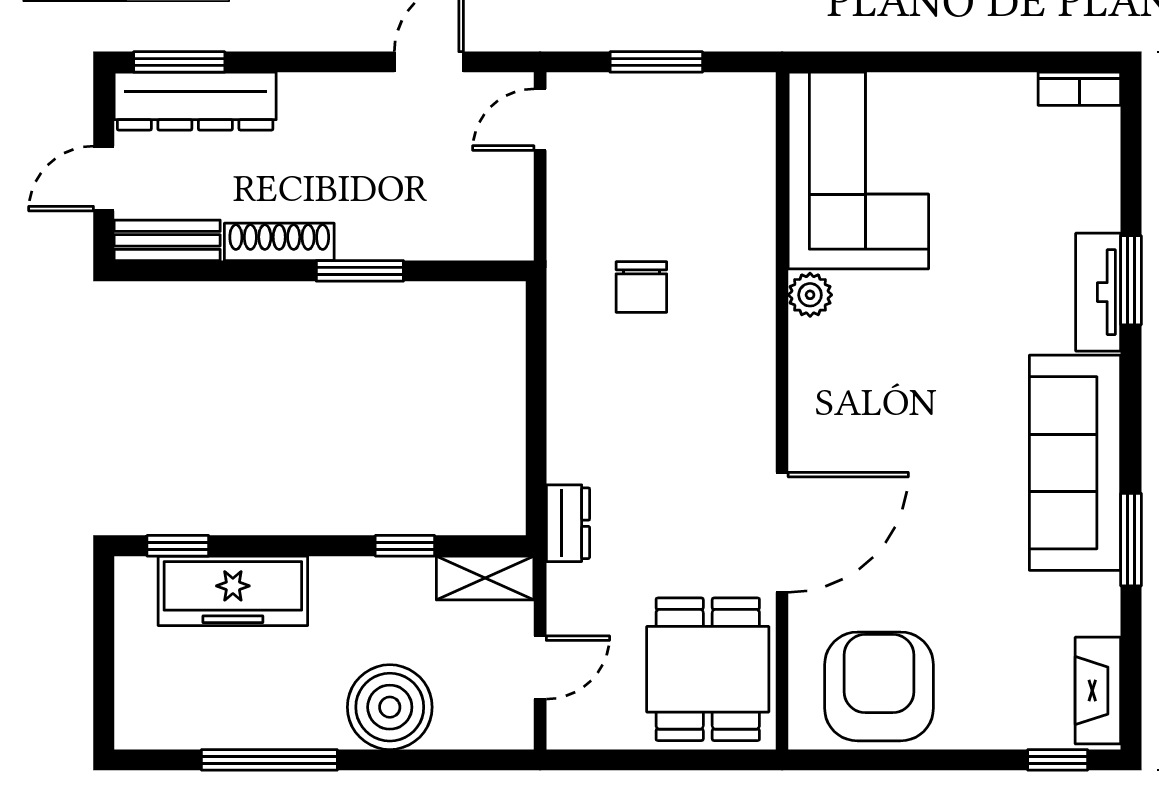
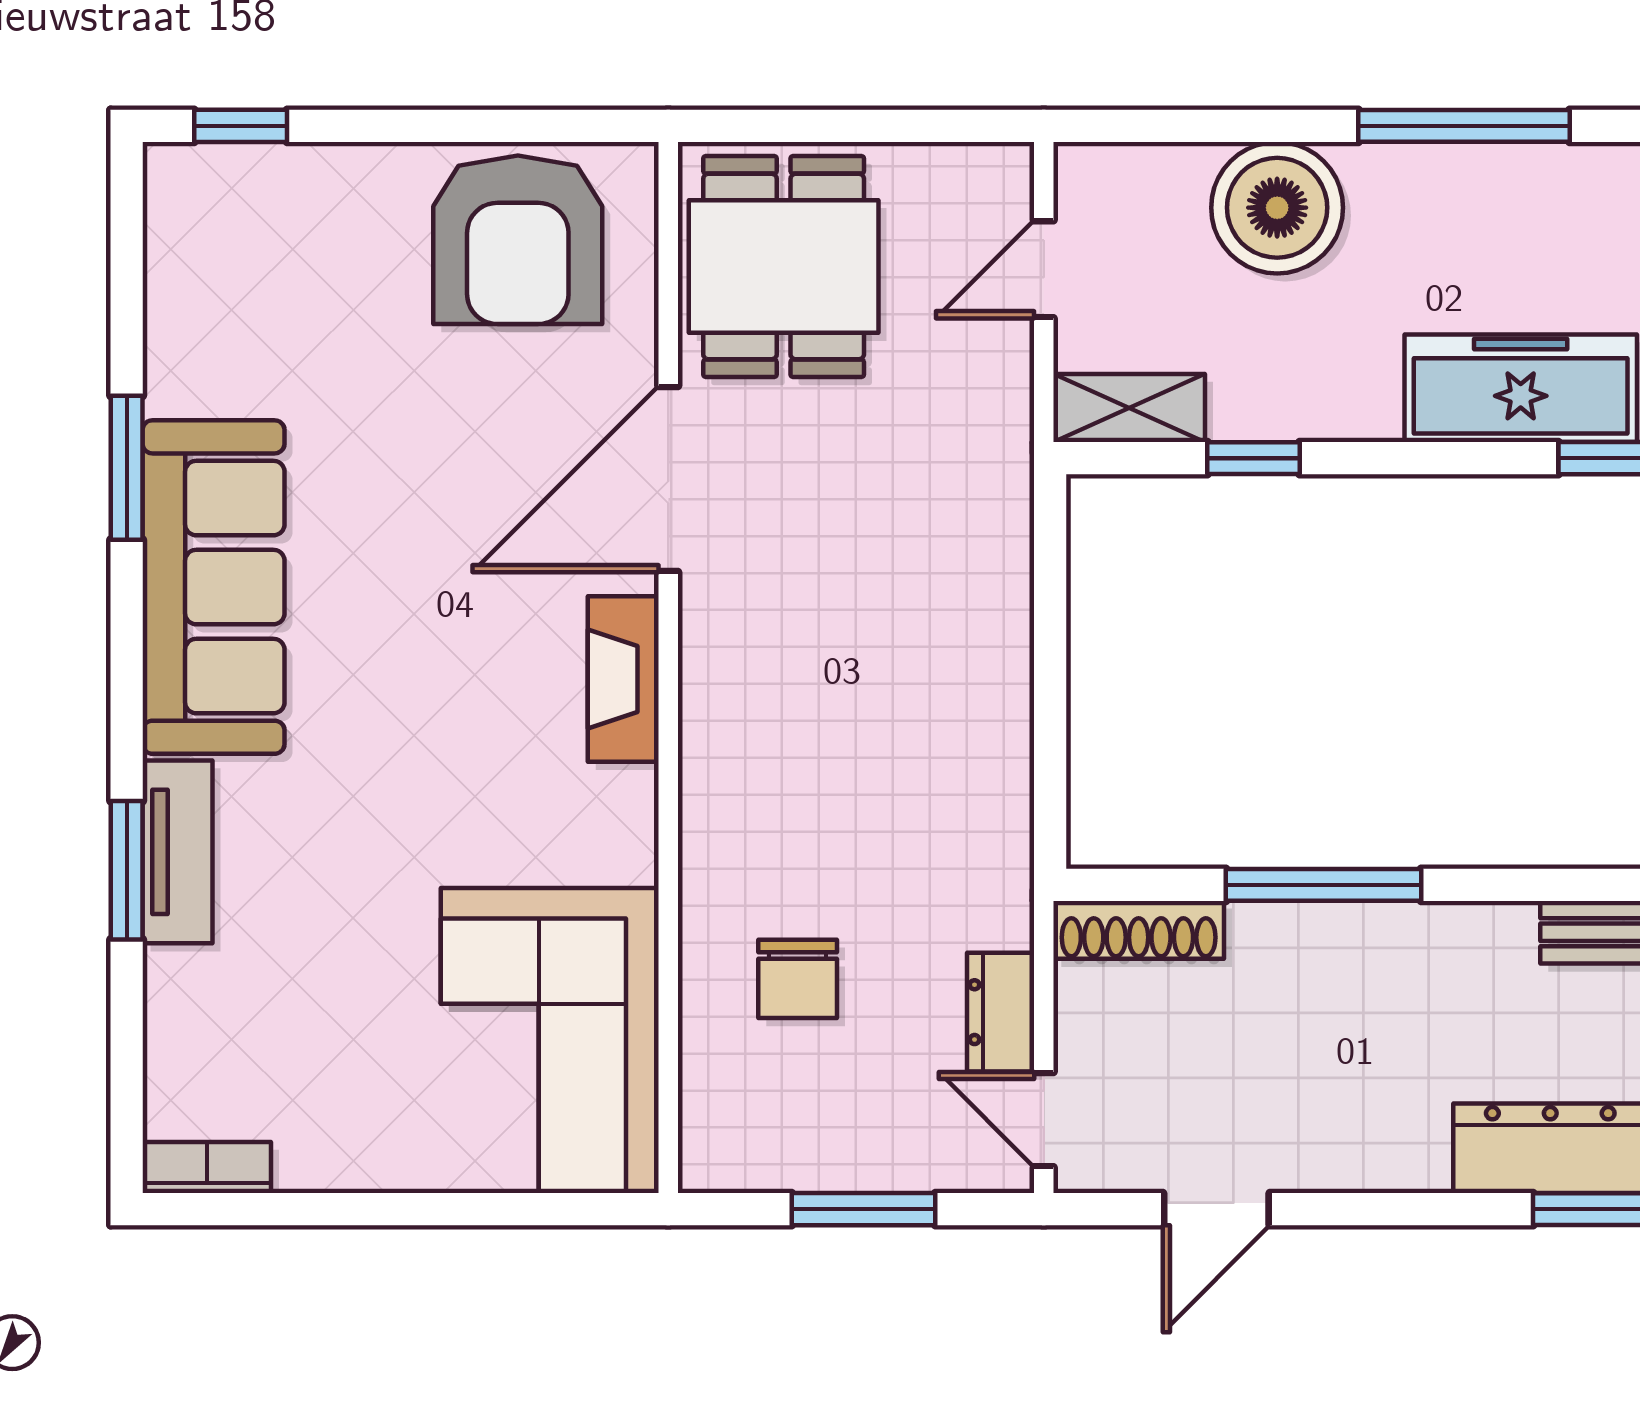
door: (540, 120) -> (1044, 1120), swing flipped
shoe rack: (279, 242) -> (1139, 930), moved
window: (360, 271) -> (1324, 885), width x1.44
chair: (641, 287) -> (798, 979), moved, turned 180
plant: (810, 295) -> (625, 848), removed
dresser: (568, 523) -> (1001, 1012), moved
fireplace: (1098, 691) -> (623, 679), moved, turned 180

